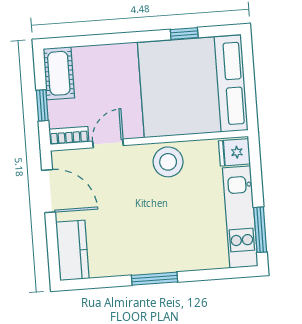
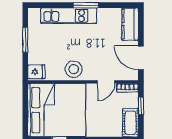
kitchen unit: (240, 217) -> (69, 16), moved, turned 90
window: (260, 230) -> (25, 40), moved

